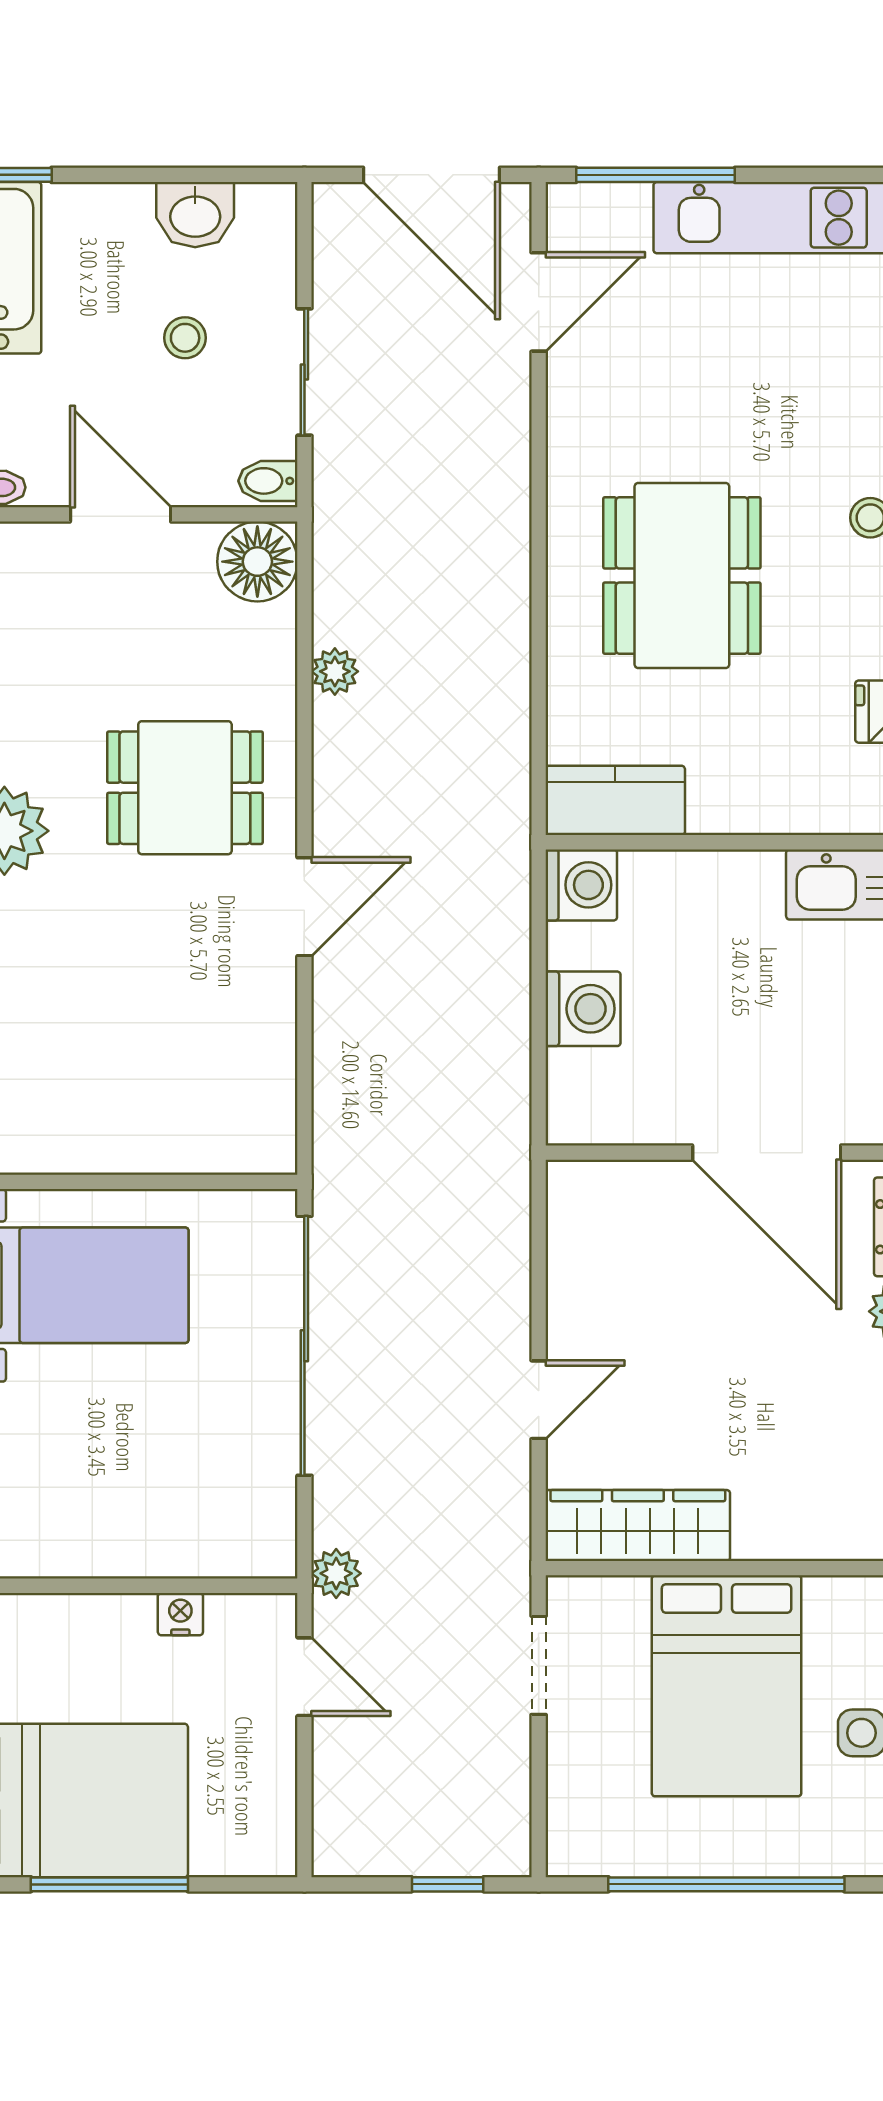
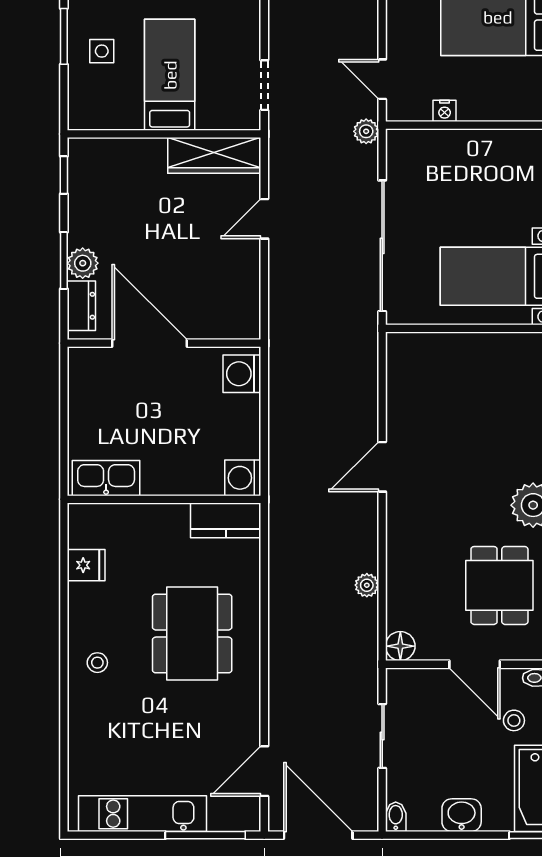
washbasin: (195, 215) -> (462, 815), moved
stool: (185, 338) -> (514, 720), moved
bidet: (268, 481) -> (396, 817), moved, turned -90
floor lamp: (257, 562) -> (400, 646), width x0.73, depth x0.73
dining table: (185, 788) -> (499, 585), moved, turned 90
washing machine: (583, 1009) -> (242, 374), moved
bed: (727, 1686) -> (170, 75), width x0.67

